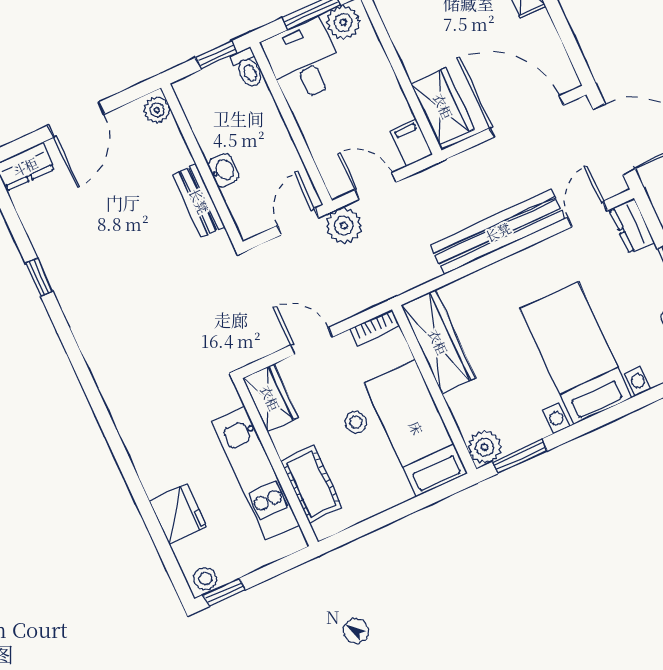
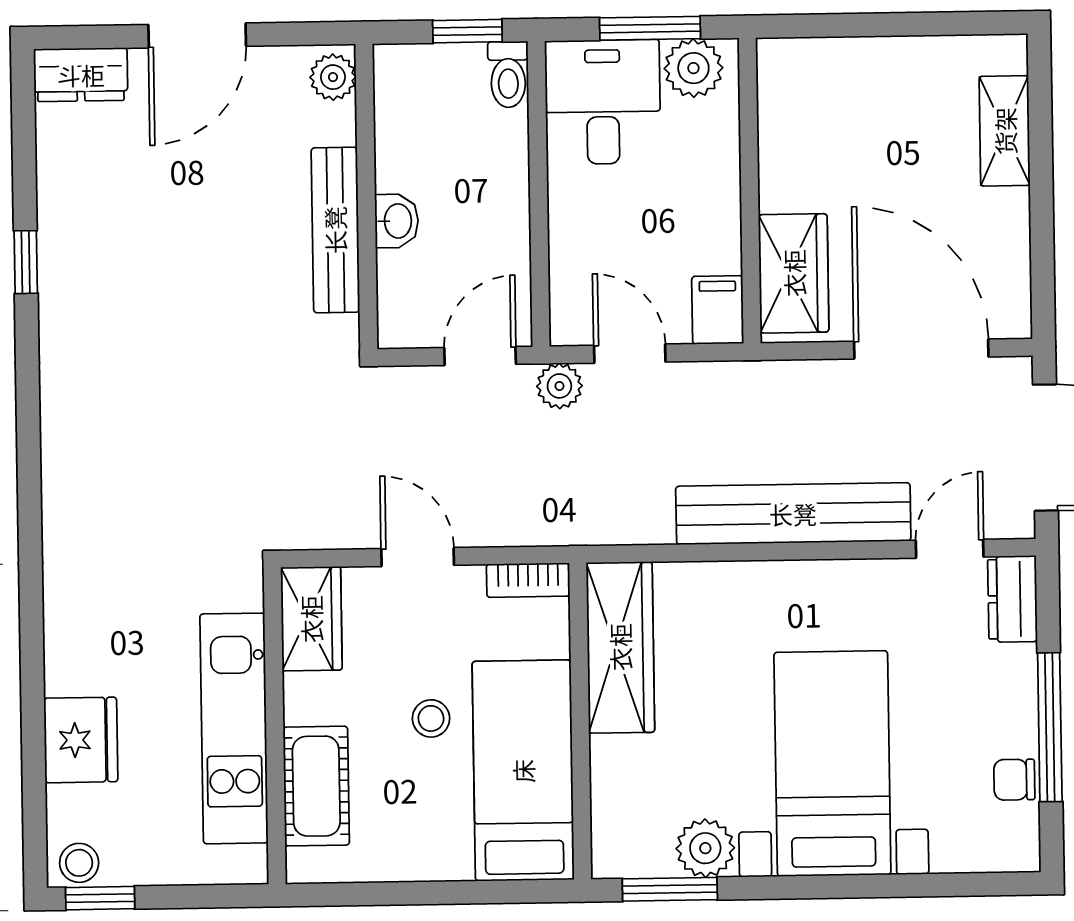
bench: (199, 201) -> (335, 230), width x1.36
plant: (344, 226) -> (559, 386), width x0.73, depth x0.73
plant: (485, 447) -> (705, 848), moved

